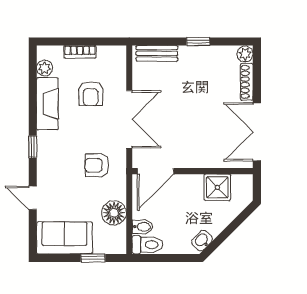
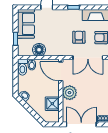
plant: (196, 154) -> (70, 93), added
armchair: (97, 165) -> (79, 37), moved

